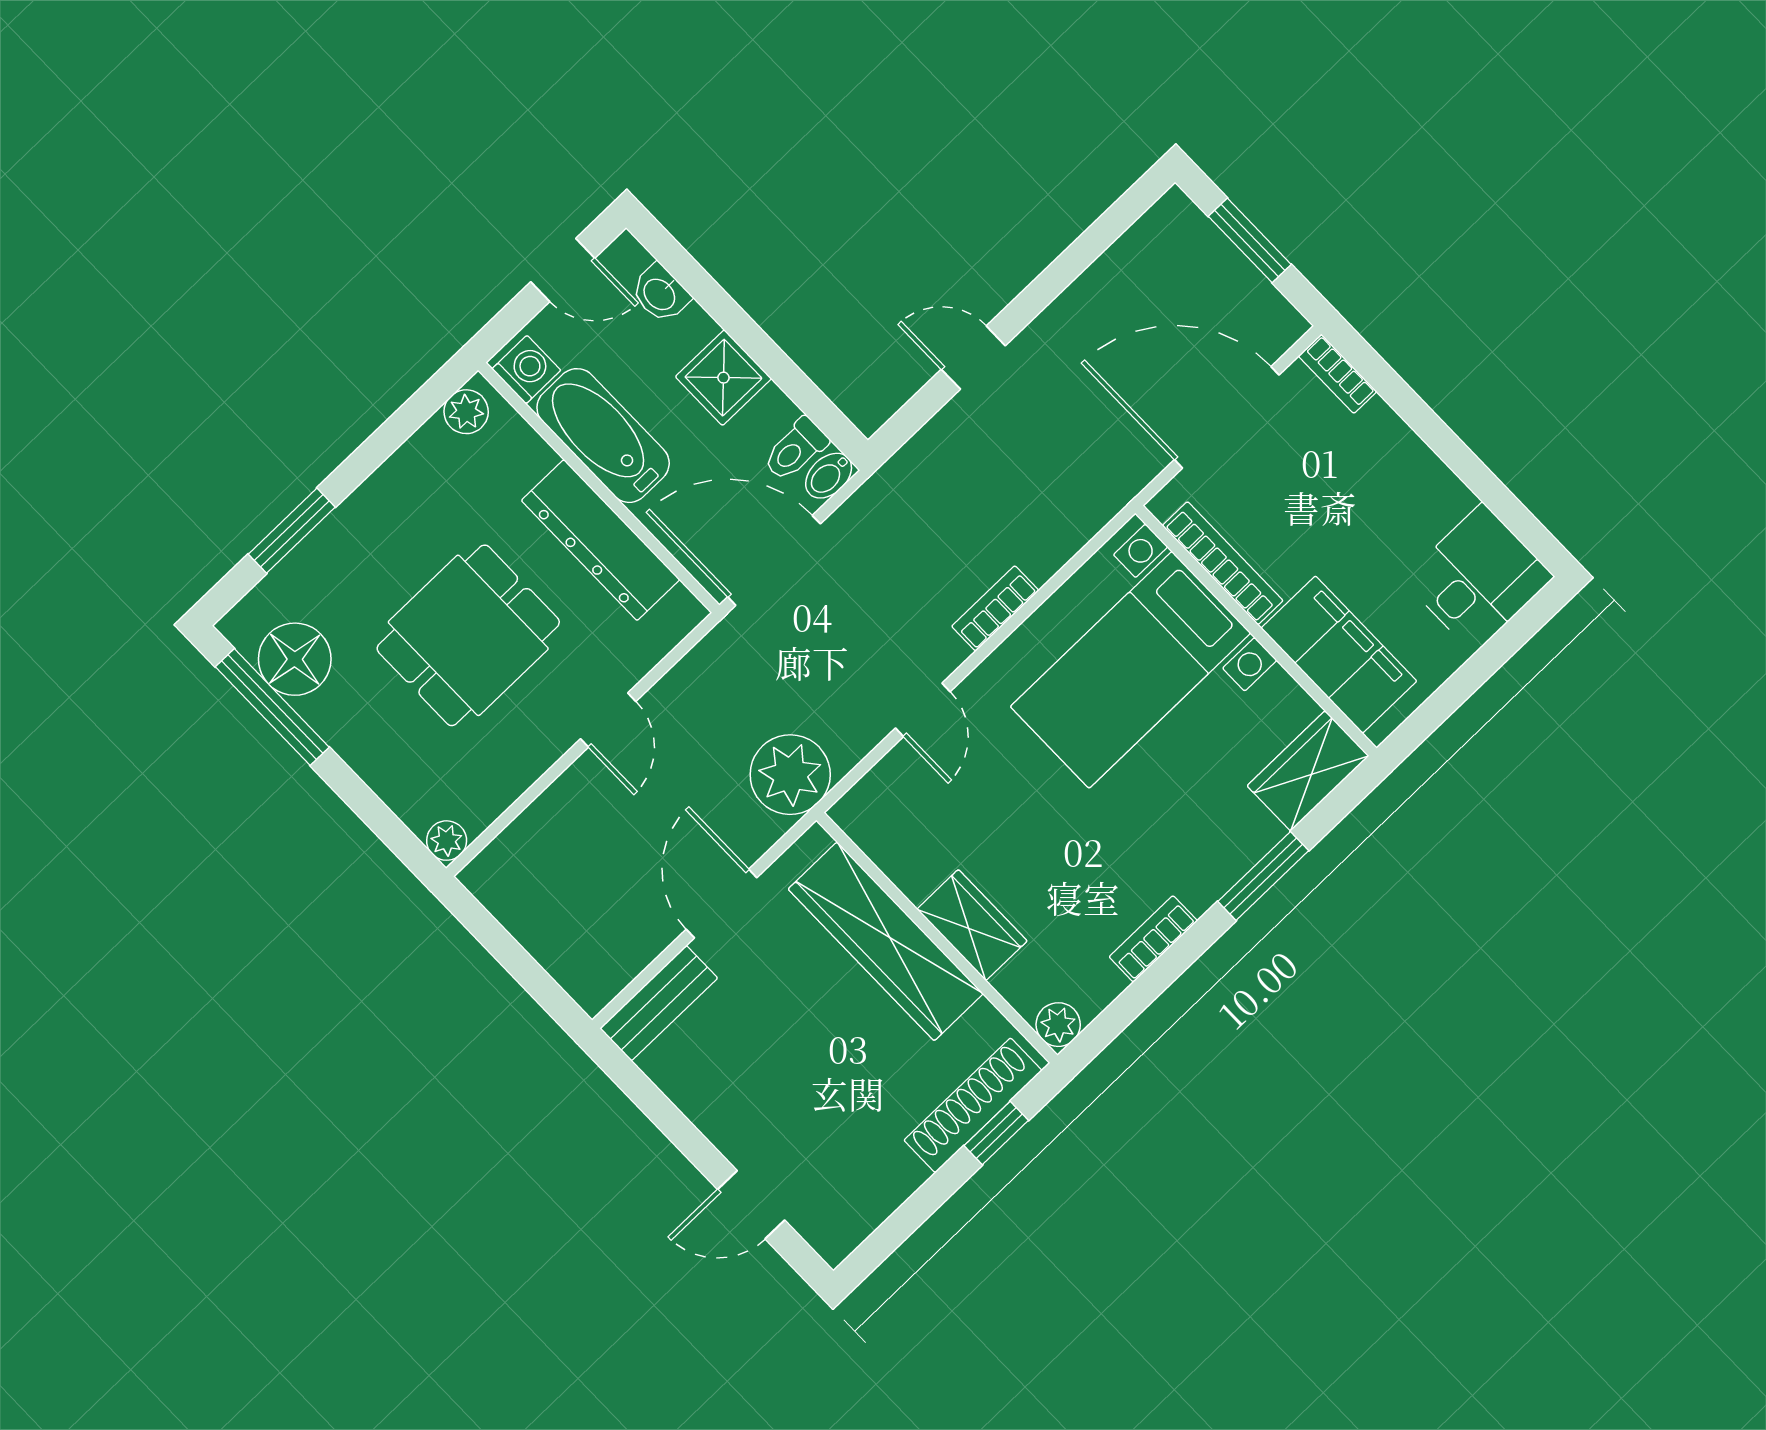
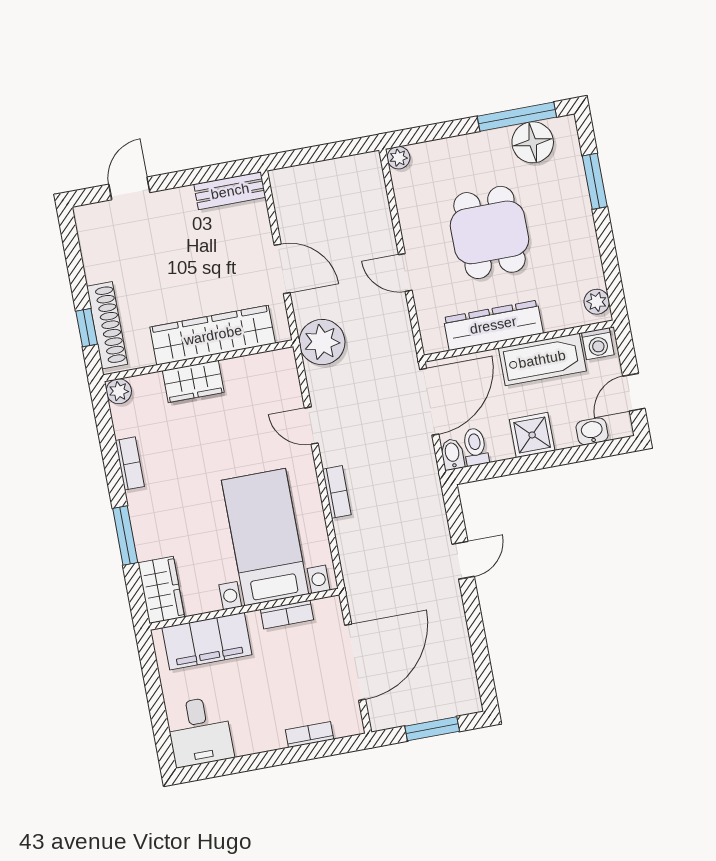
bookcase: (1338, 374) -> (310, 735), moved
bookcase: (1223, 563) -> (287, 615), width x0.64
bench: (659, 1003) -> (230, 191), moved, turned 90

